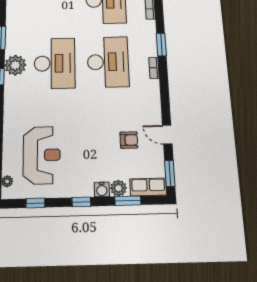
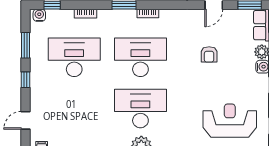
armchair: (129, 140) -> (209, 54), moved, turned 180

